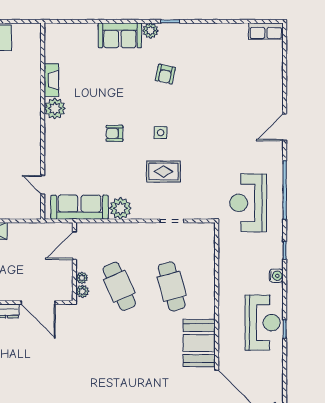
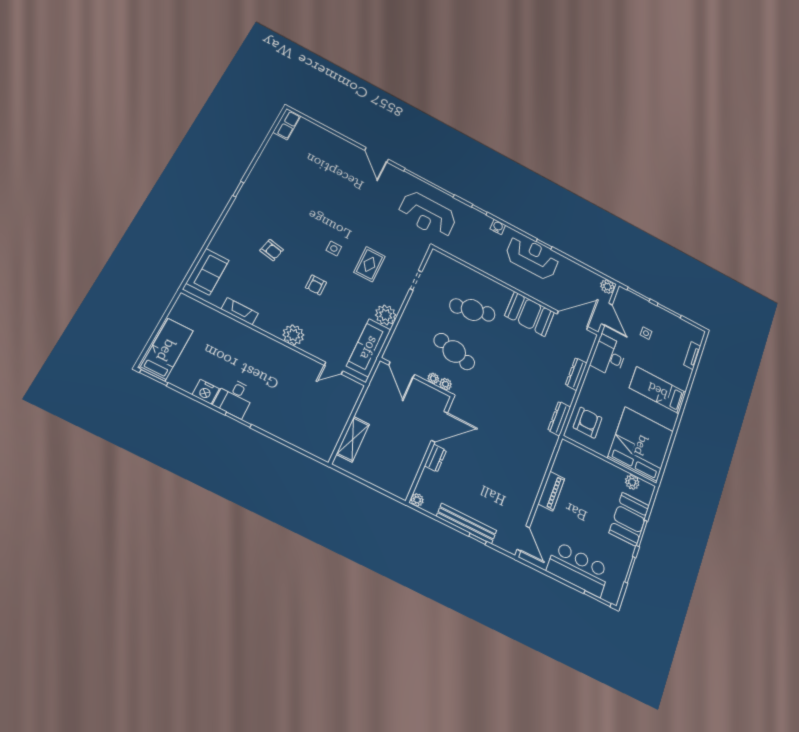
plant: (150, 31) -> (238, 209), removed
sofa: (120, 35) -> (208, 272), moved
armchair: (165, 74) -> (272, 250), moved
plant: (55, 108) -> (293, 335), moved
cafe table: (119, 286) -> (454, 351), turned 39

